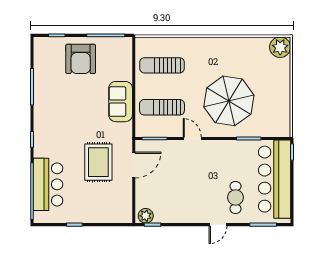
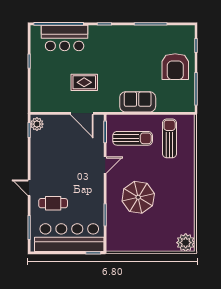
armchair: (81, 59) -> (175, 67), turned -90
parasol: (229, 101) -> (138, 197), width x0.73, depth x0.73
sun lounger: (162, 107) -> (133, 138), turned 90
rug: (98, 162) -> (84, 82), width x0.73, depth x0.70

